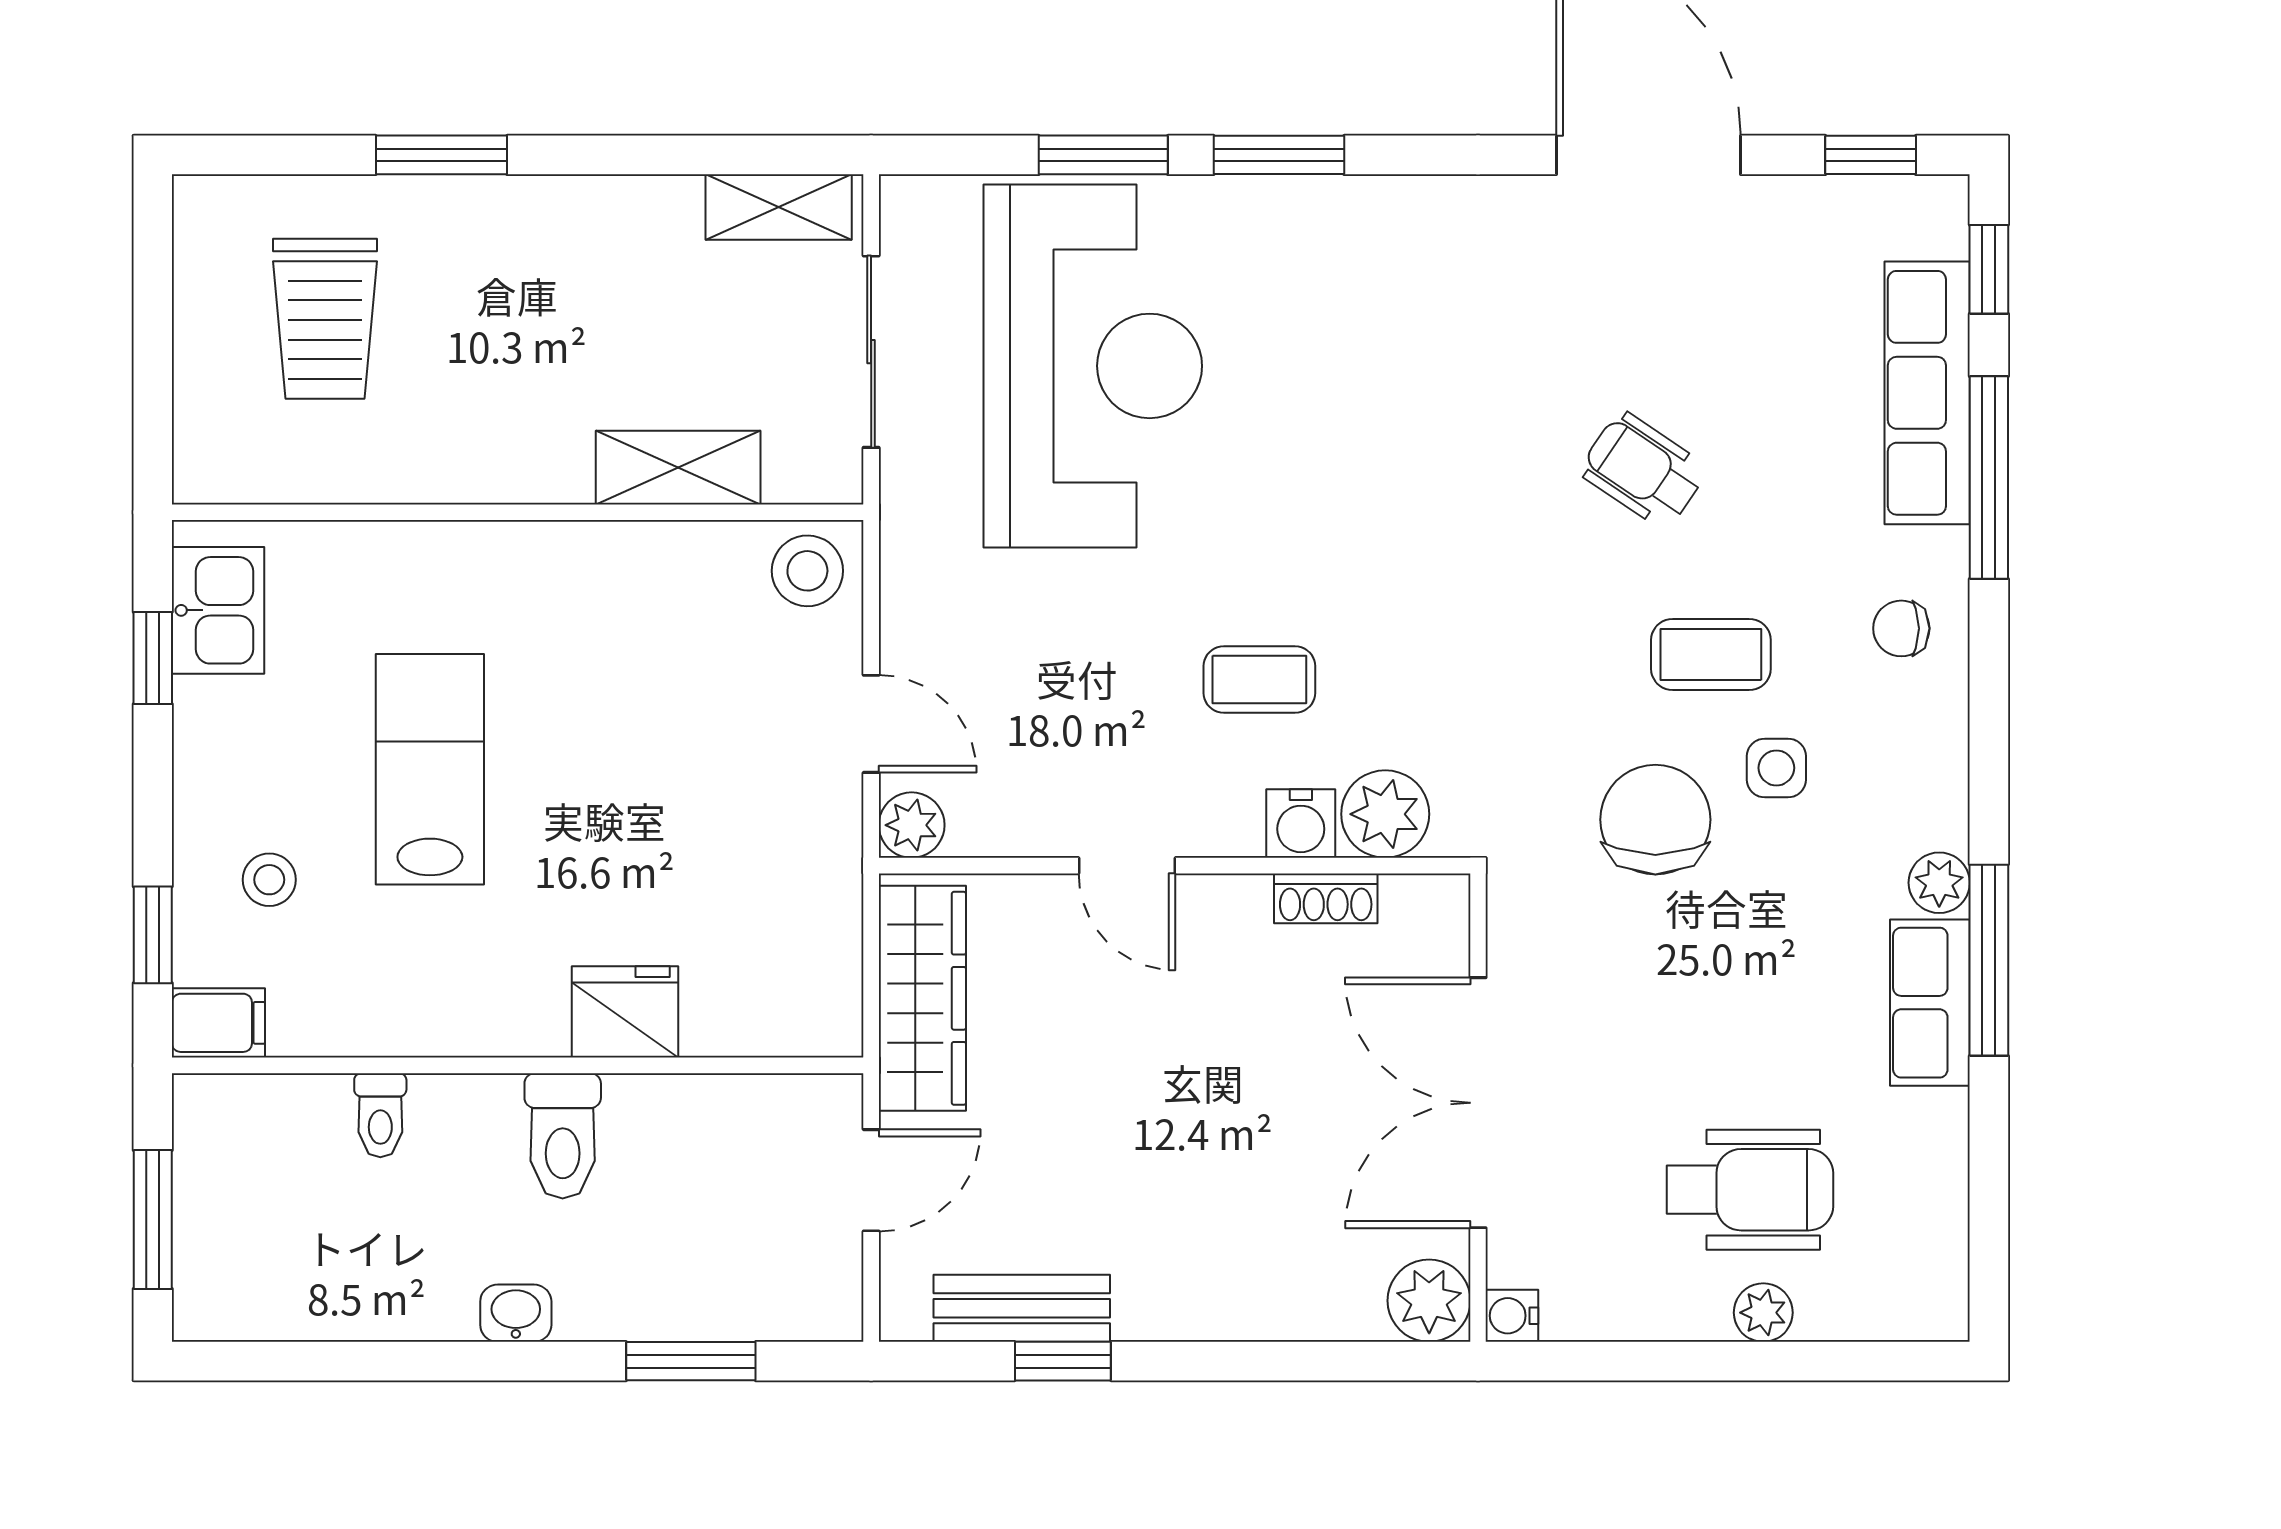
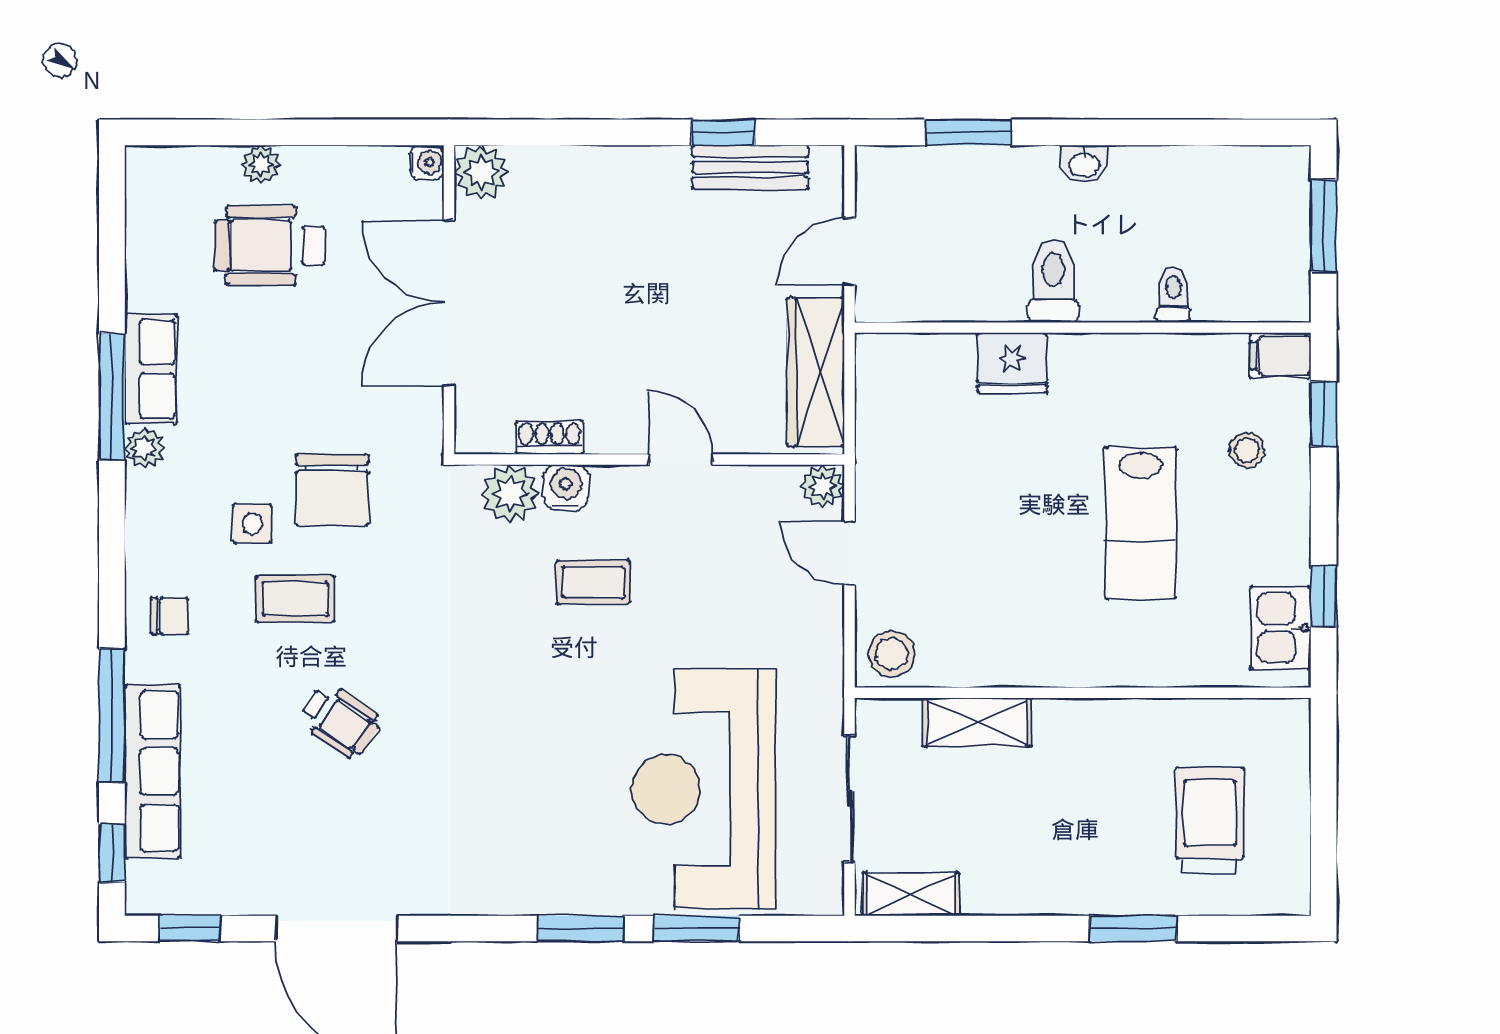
double door: (1478, 1103) -> (449, 303), swing flipped

